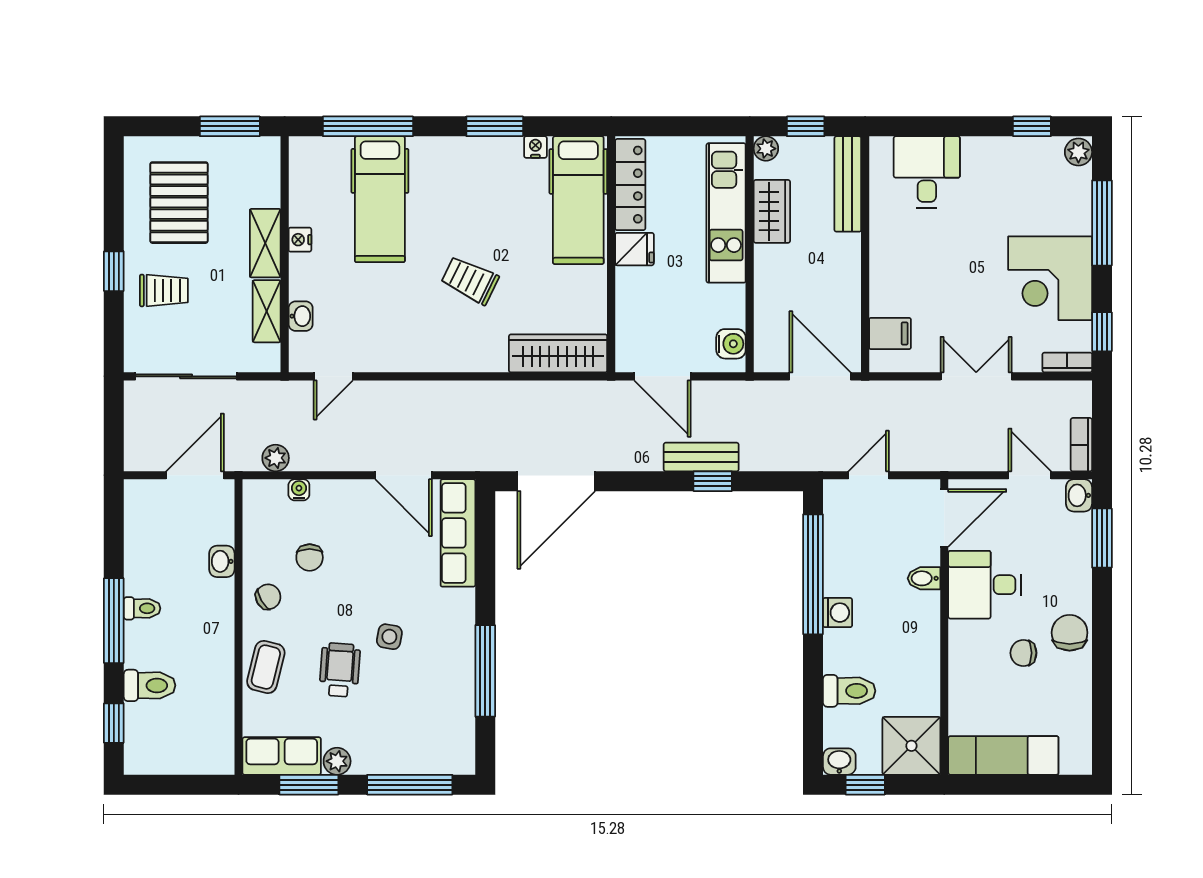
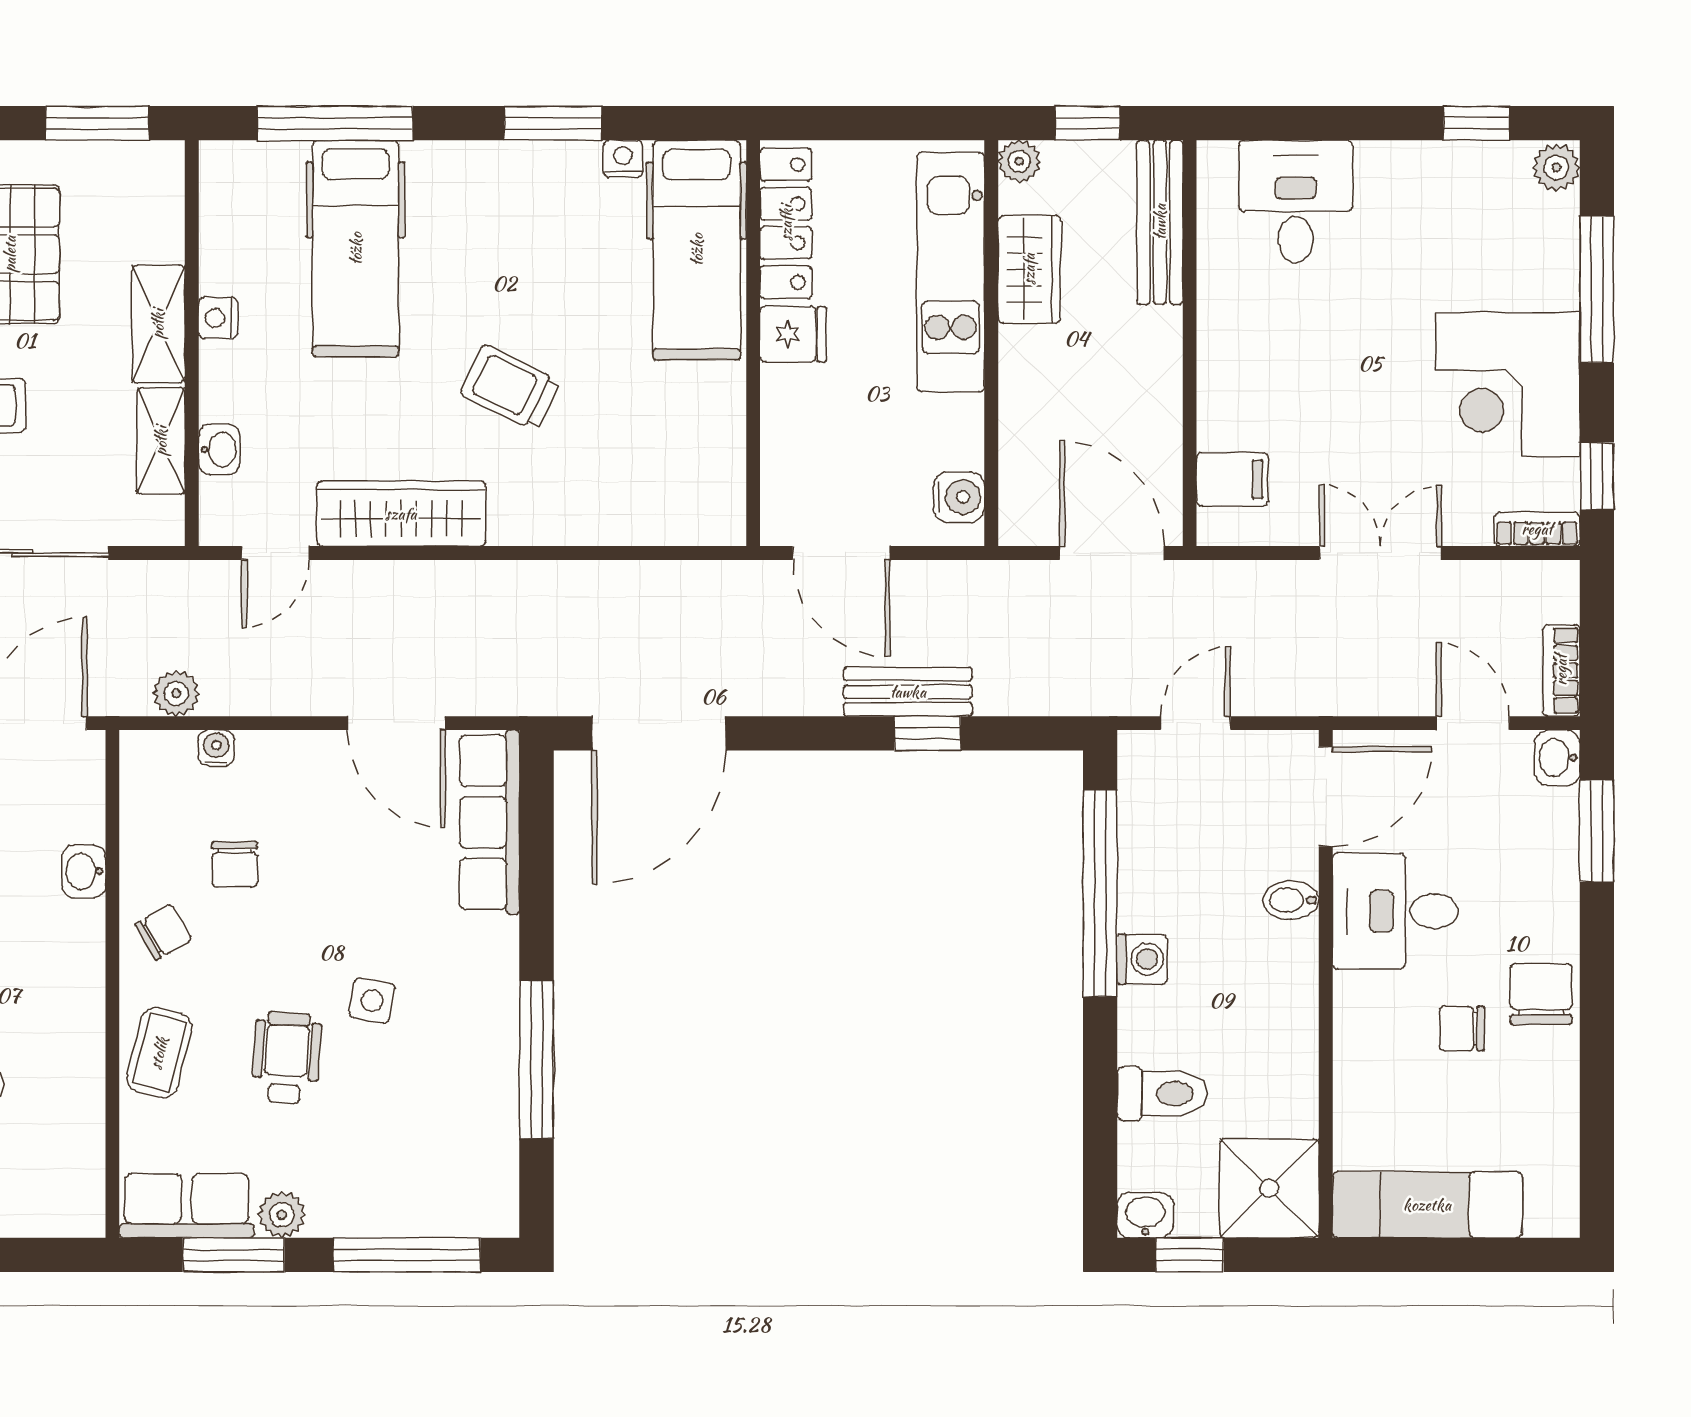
wardrobe: (558, 353) -> (401, 514), moved

